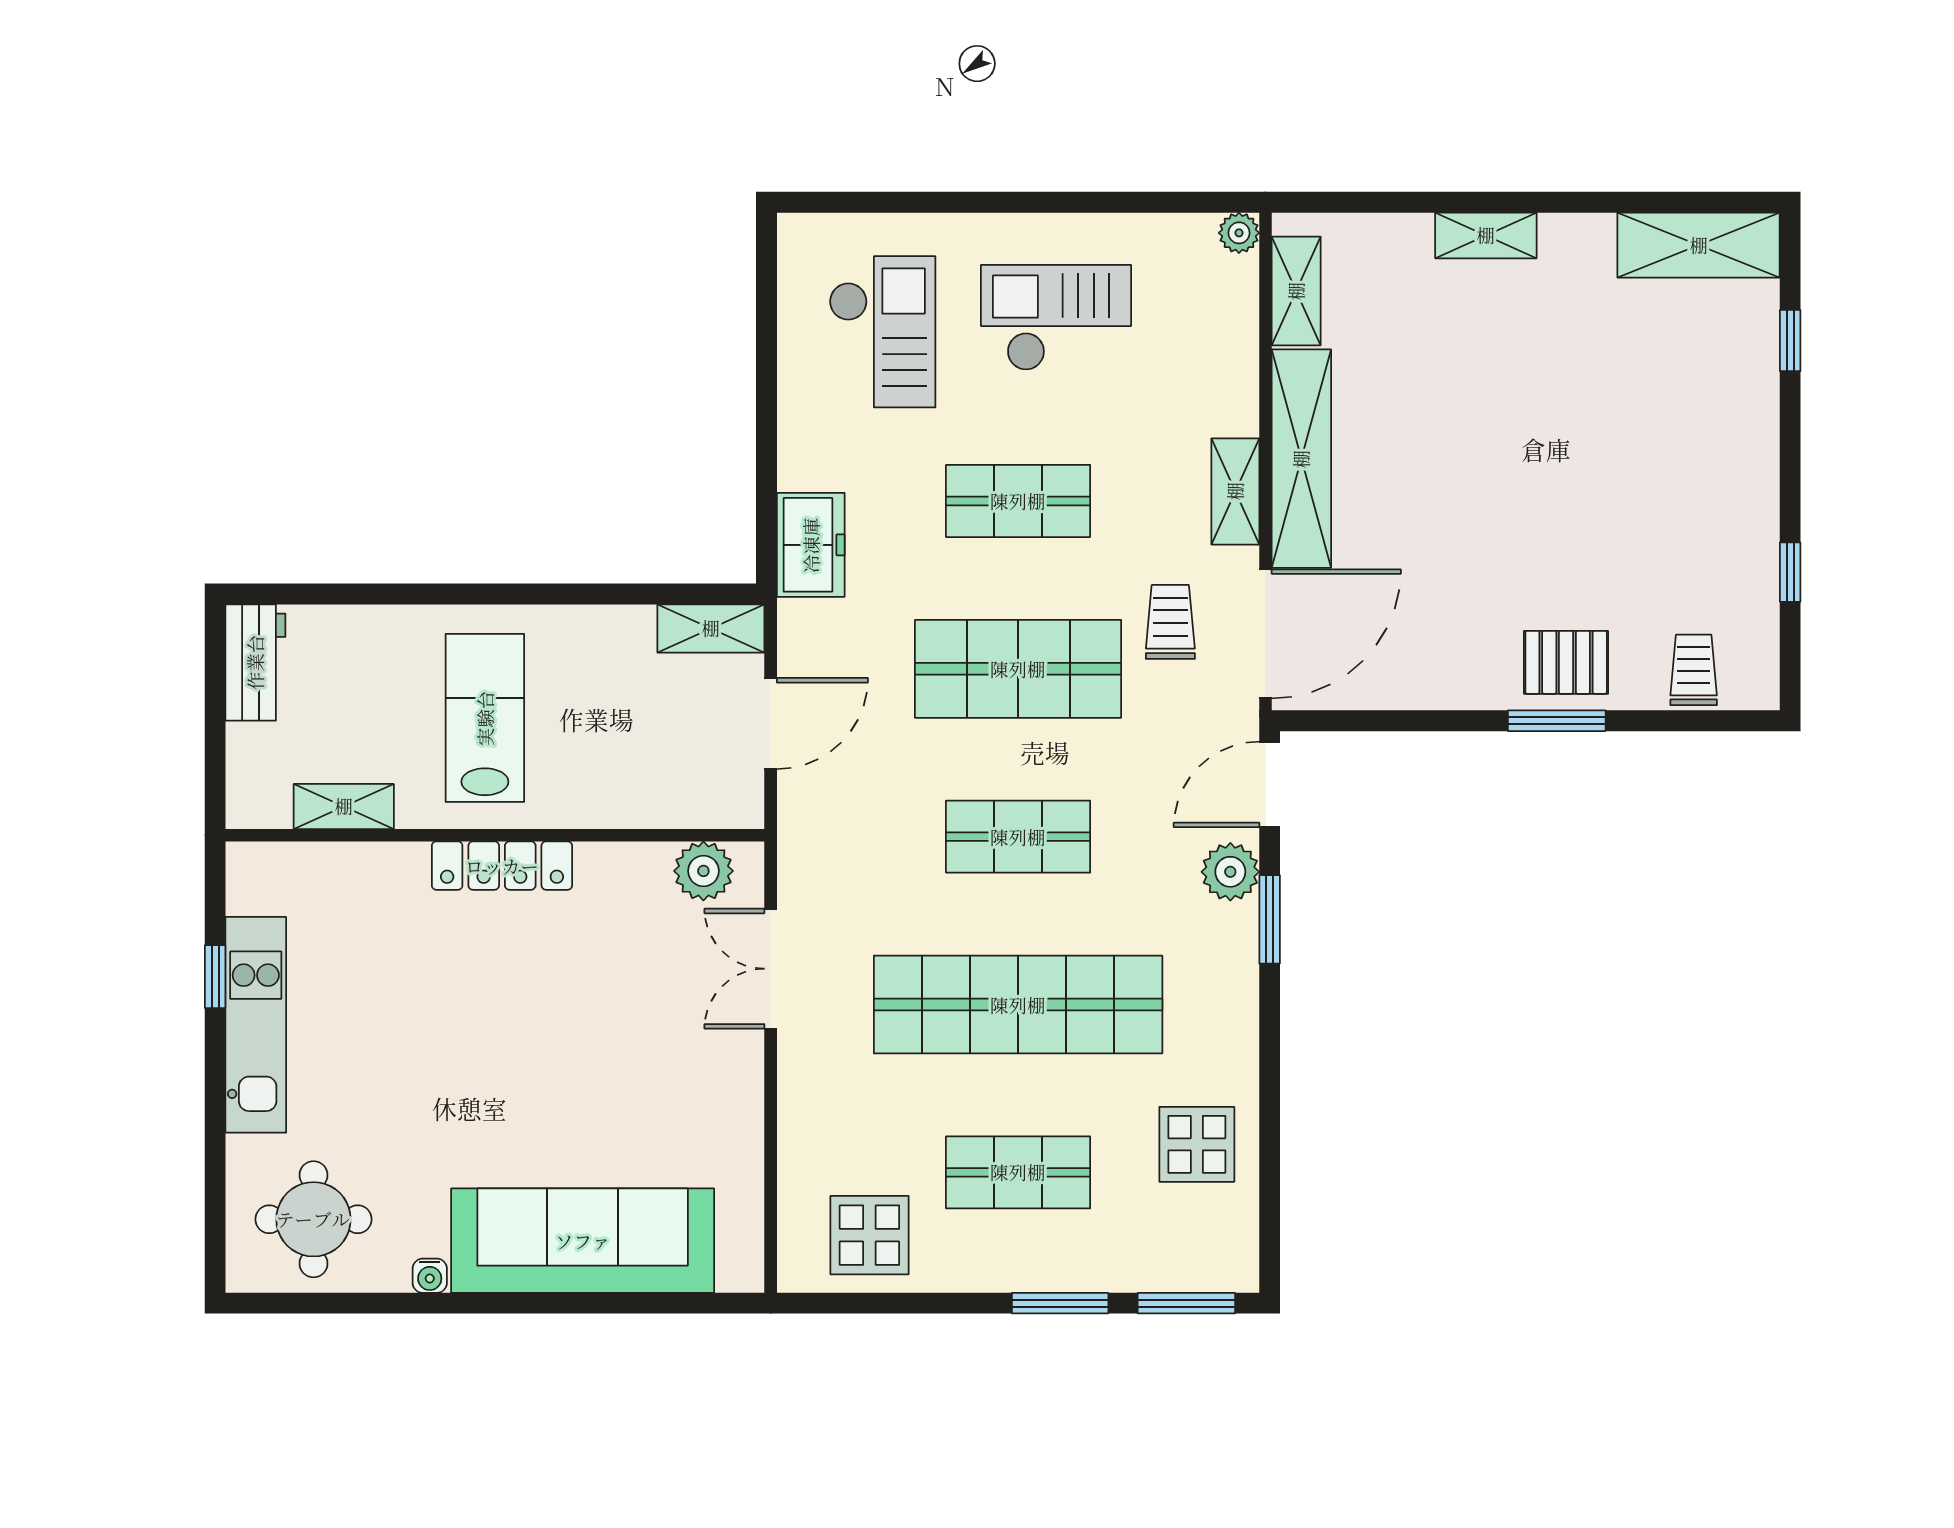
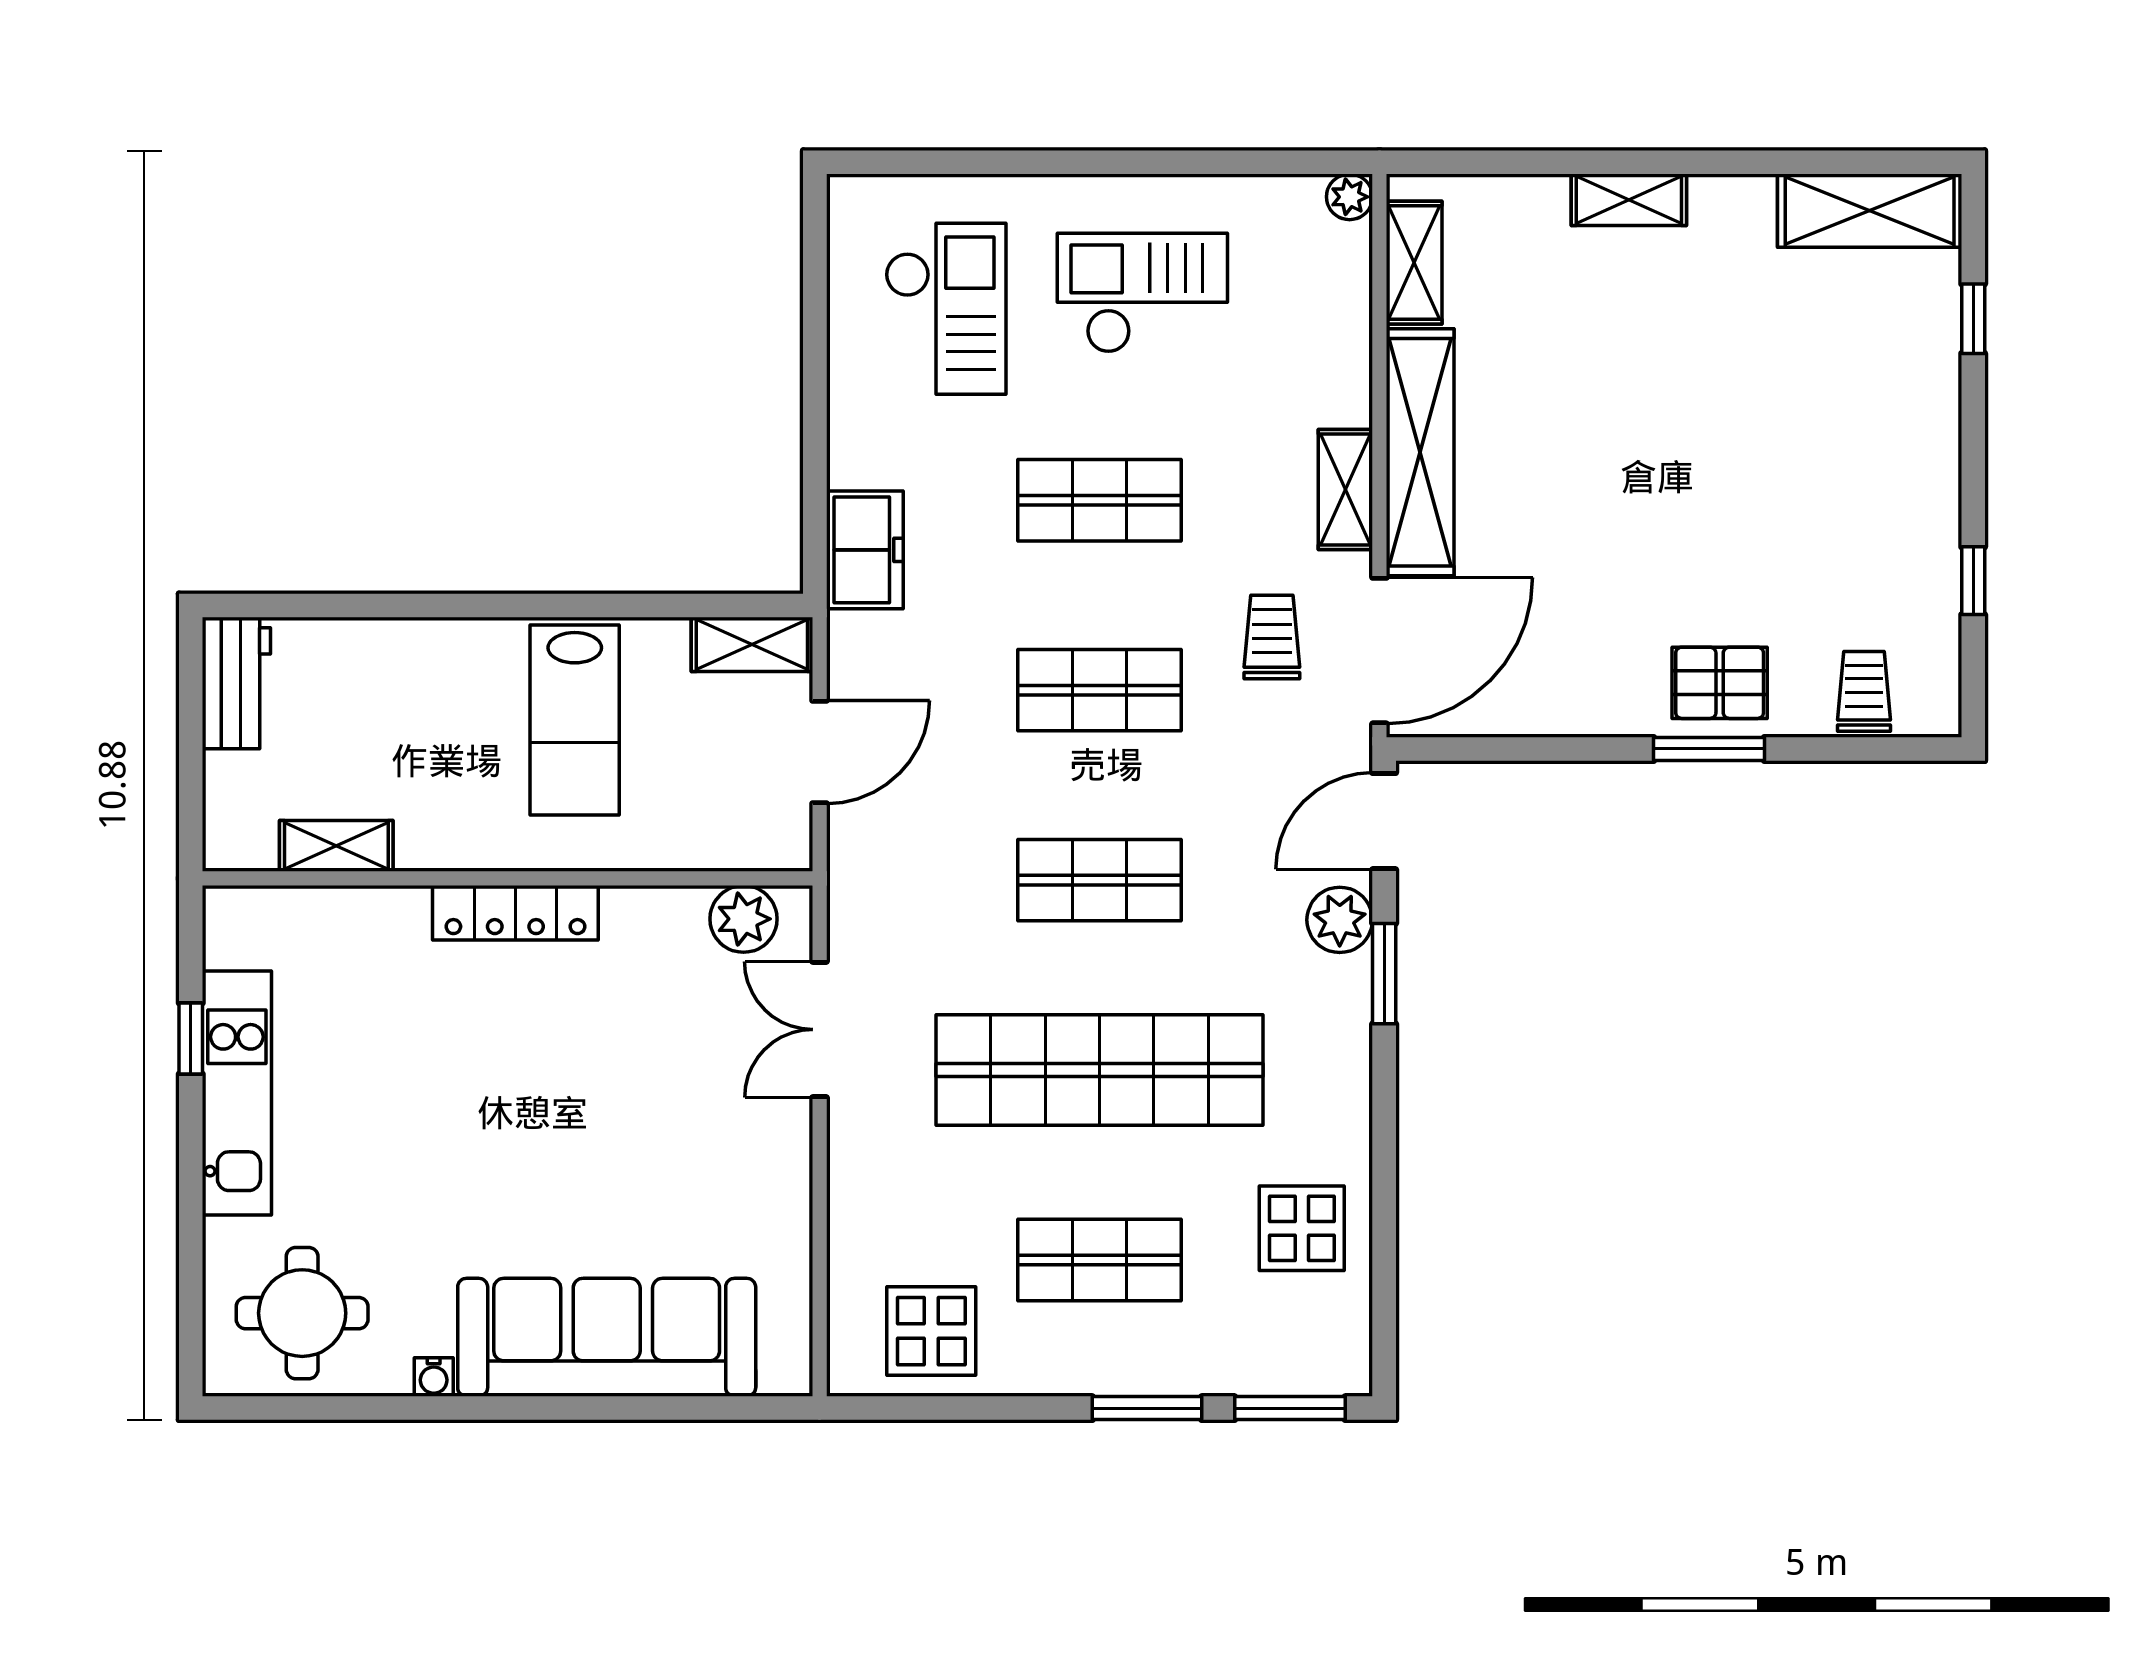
shop shelf: (1018, 669) -> (1099, 690), width x0.70, depth x0.74
lab bench: (485, 718) -> (575, 720), moved, turned 180

